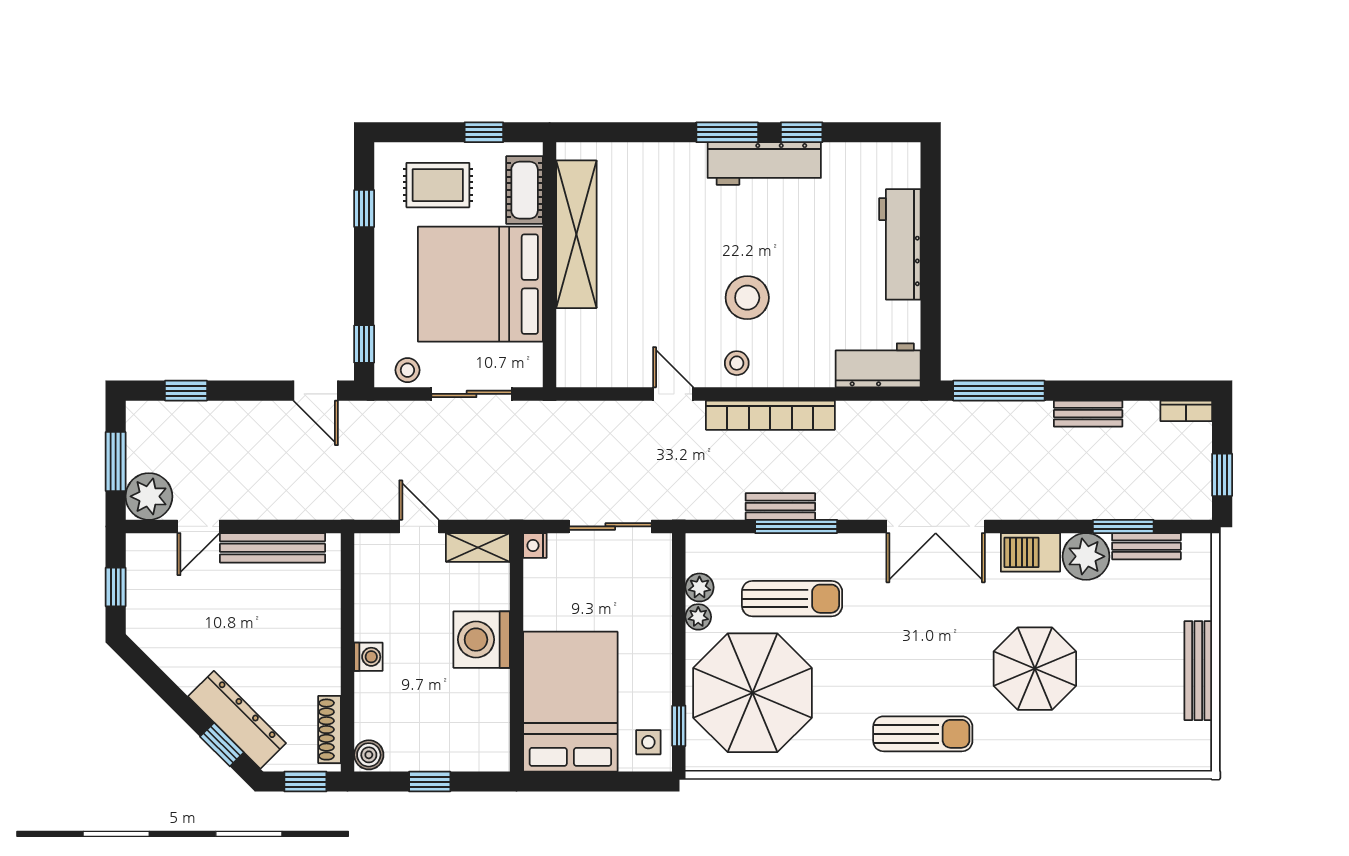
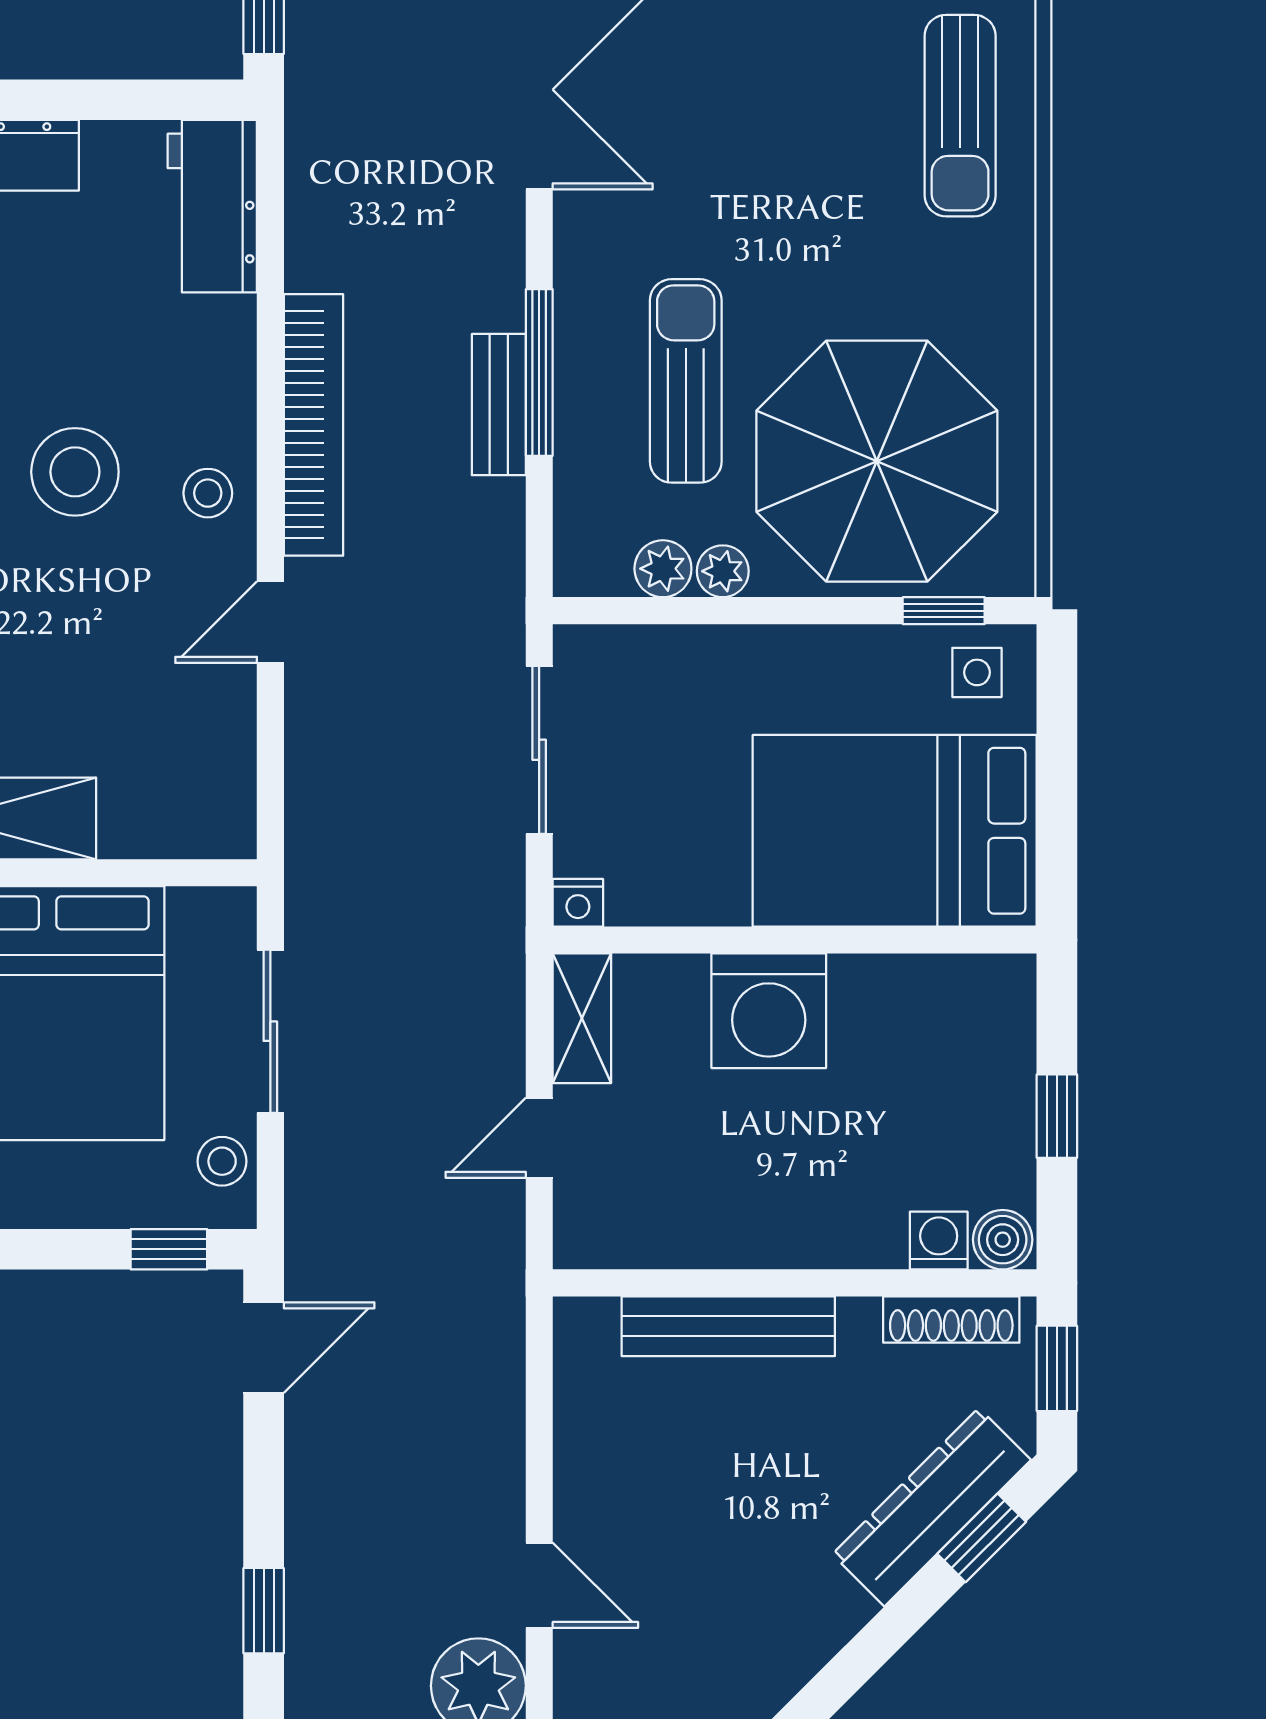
bench: (272, 548) -> (728, 1326), moved, turned 90
washing machine: (368, 657) -> (939, 1241), moved
sun lounger: (923, 734) -> (960, 116), turned 180

